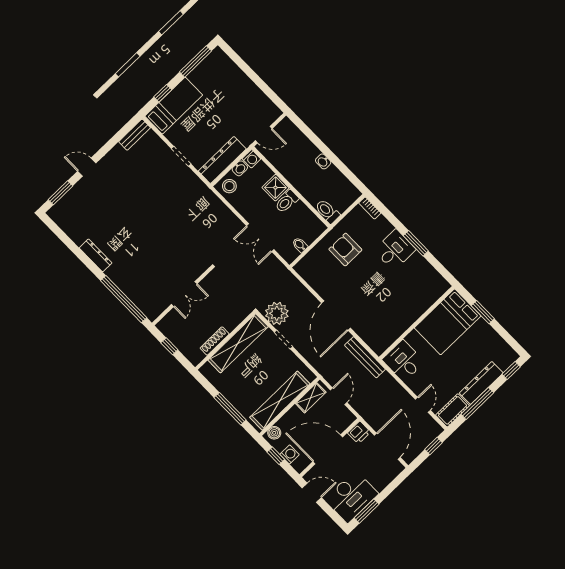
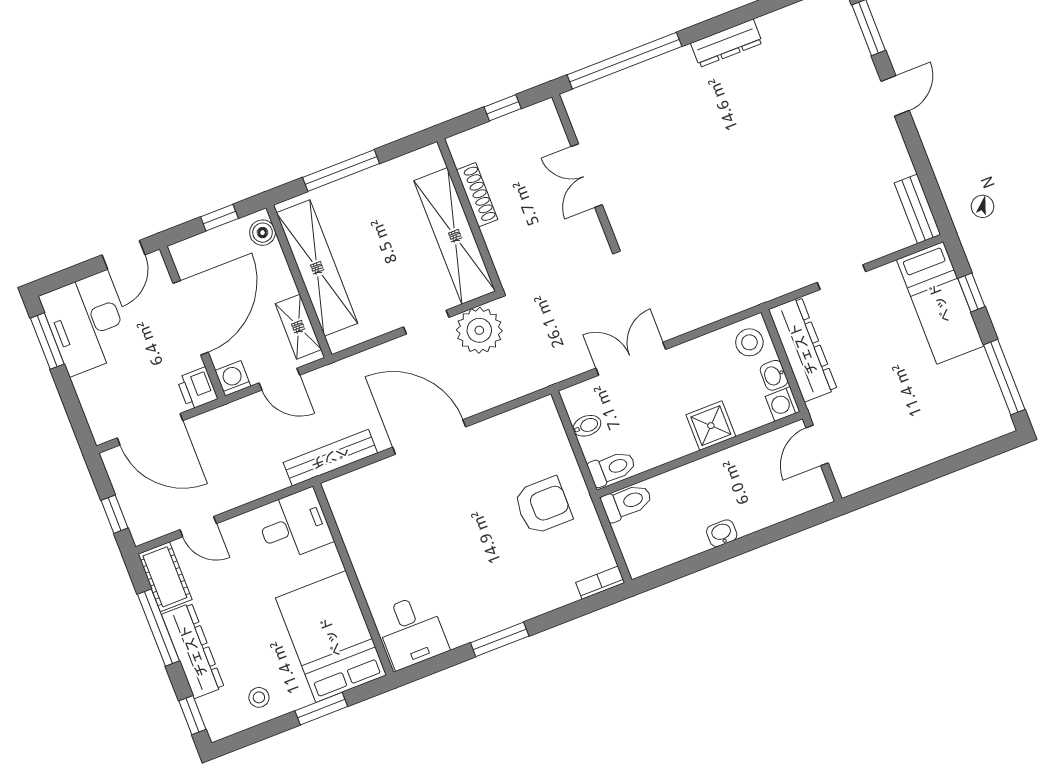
toilet: (287, 201) -> (612, 468), moved, turned 90
desk: (395, 250) -> (412, 631), moved
stool: (490, 343) -> (259, 697), added
washing machine: (290, 454) -> (233, 378), moved, turned 180

